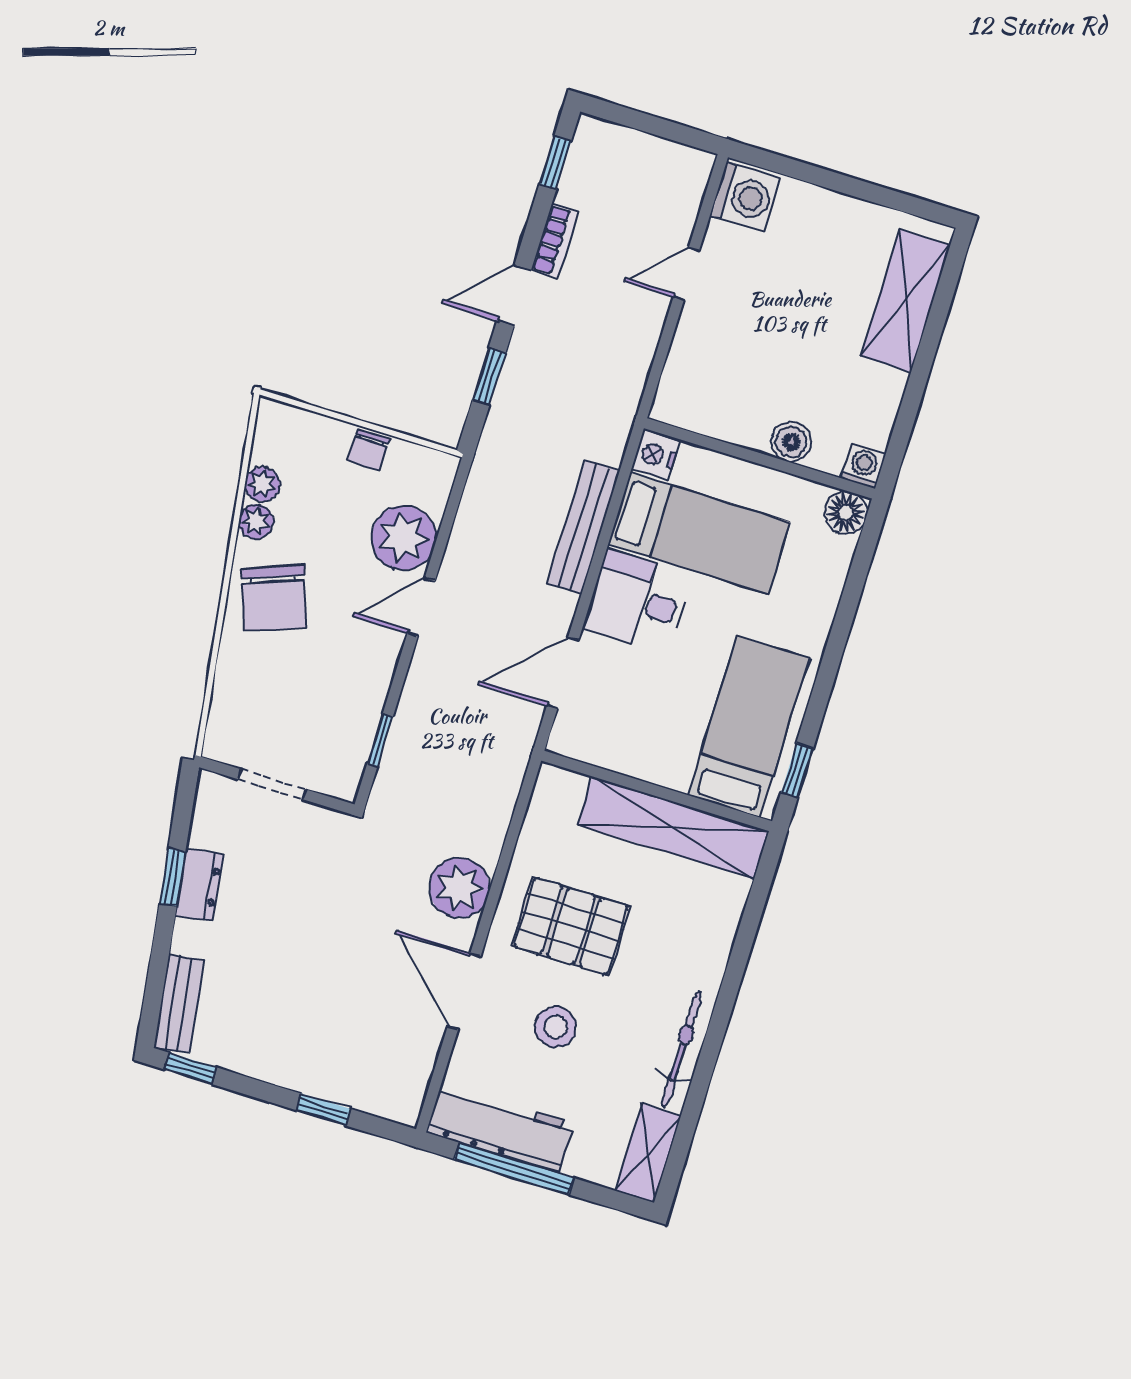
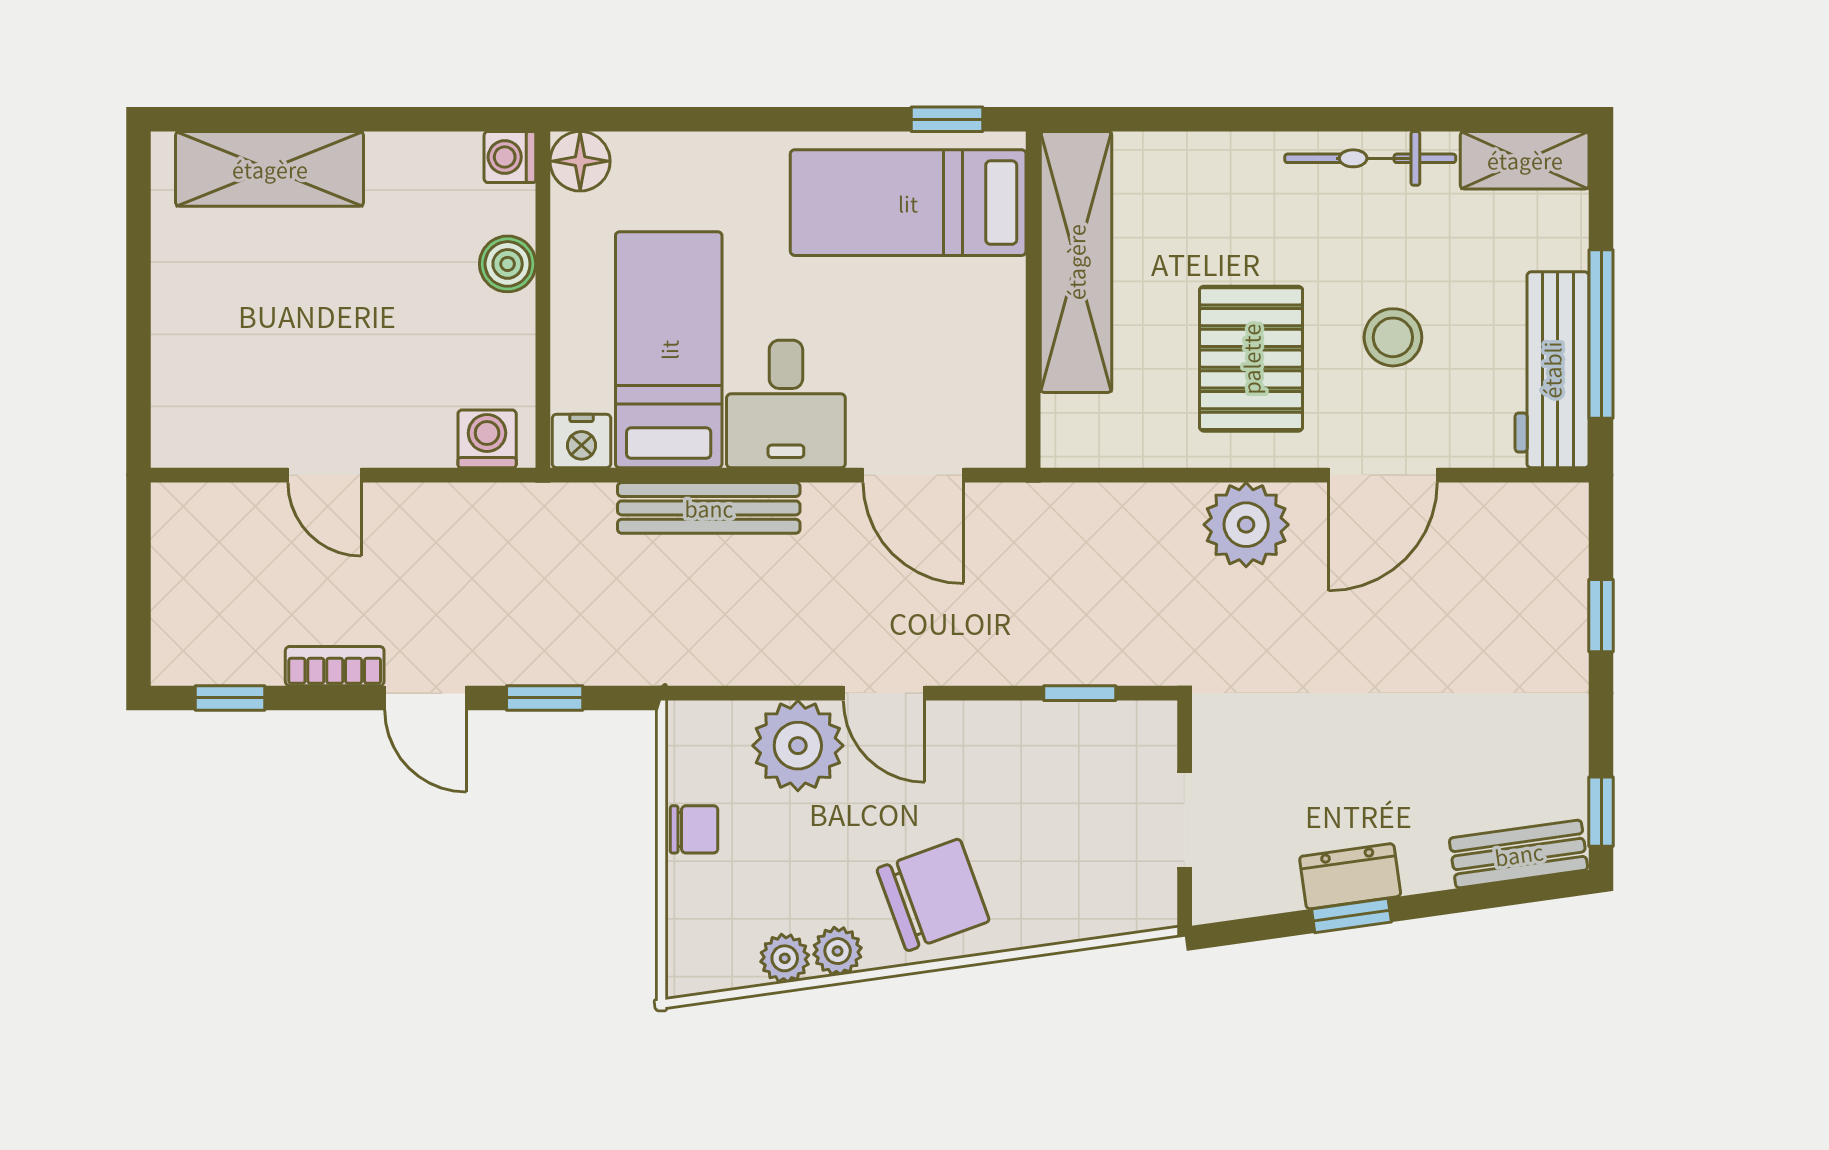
washing machine: (745, 197) -> (487, 439), moved, width x0.73, depth x0.73

